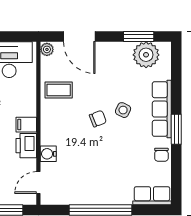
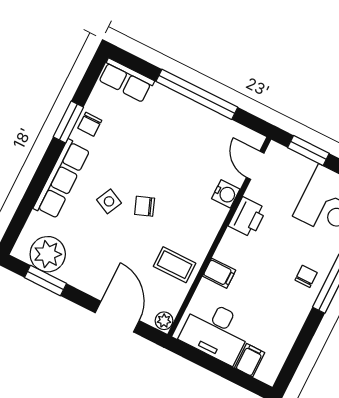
filing cabinet: (26, 125) -> (219, 273), moved
window: (176, 129) -> (68, 122), moved
chair: (161, 155) -> (90, 124), turned 180
door: (38, 183) -> (255, 165), swing flipped

